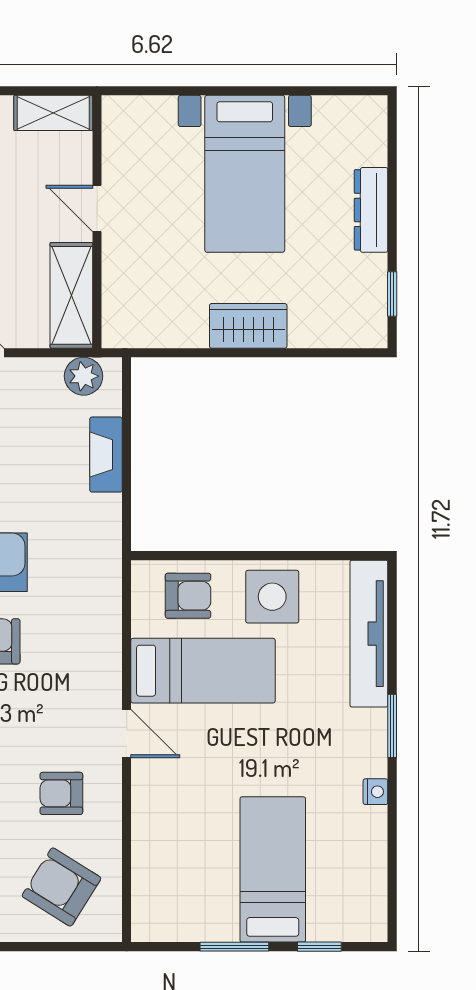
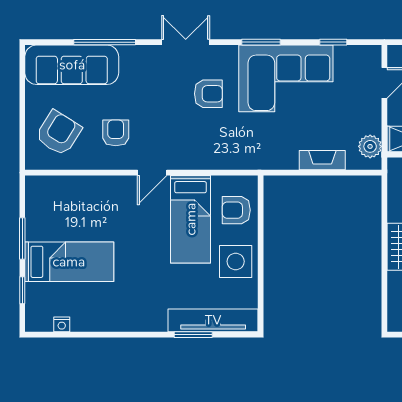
armchair: (188, 596) -> (236, 210), turned 90
window: (392, 726) -> (193, 335), moved
nightstand: (375, 792) -> (62, 324), moved

